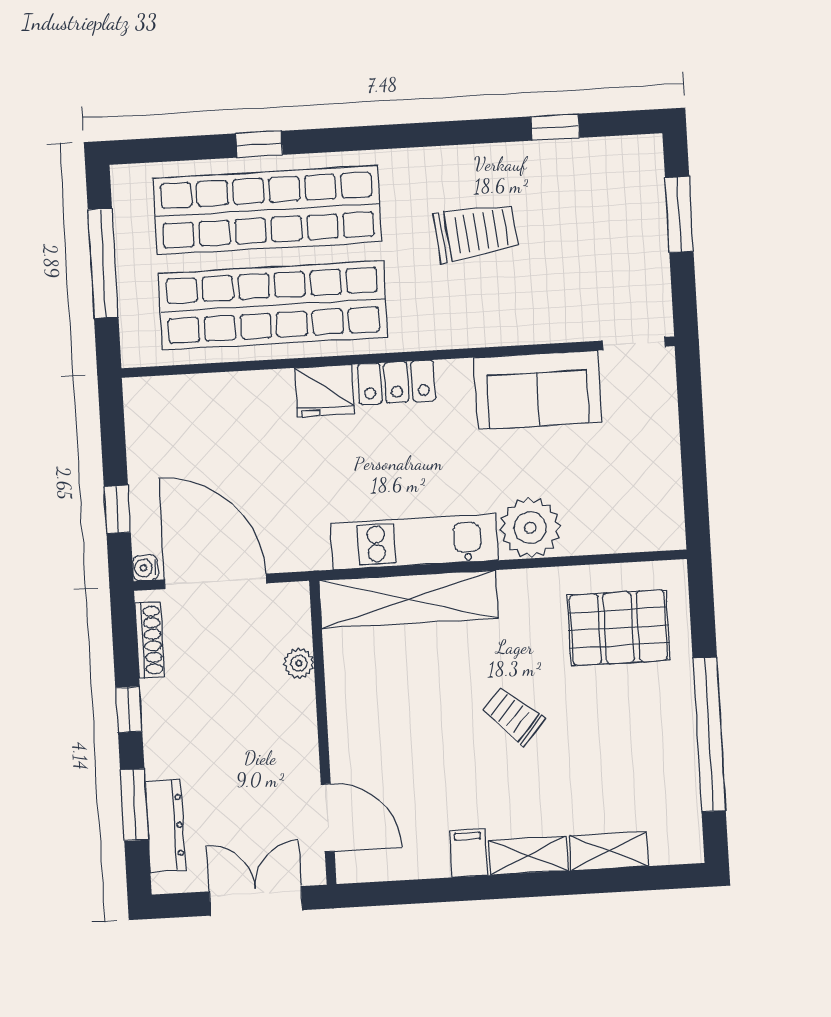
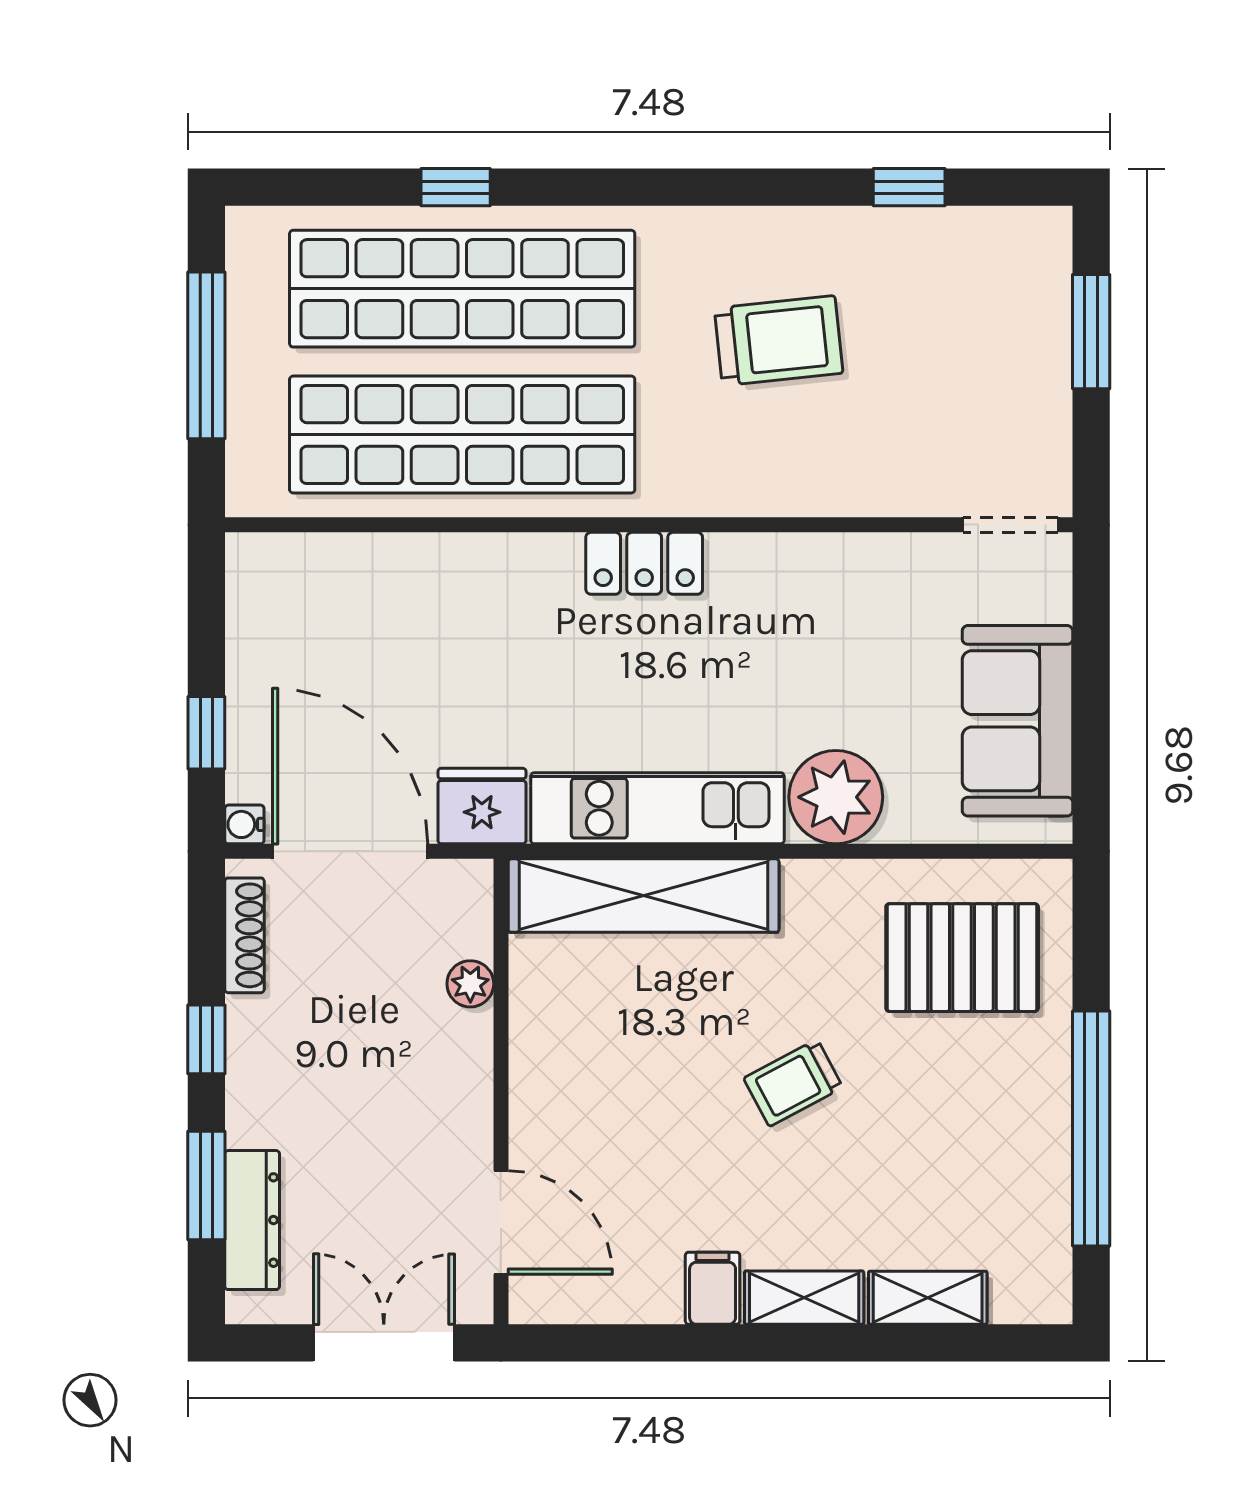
sofa: (538, 390) -> (1017, 721), moved, turned 90
fridge: (325, 391) -> (482, 806), moved, turned 180
trolley: (513, 716) -> (793, 1083), turned -69

